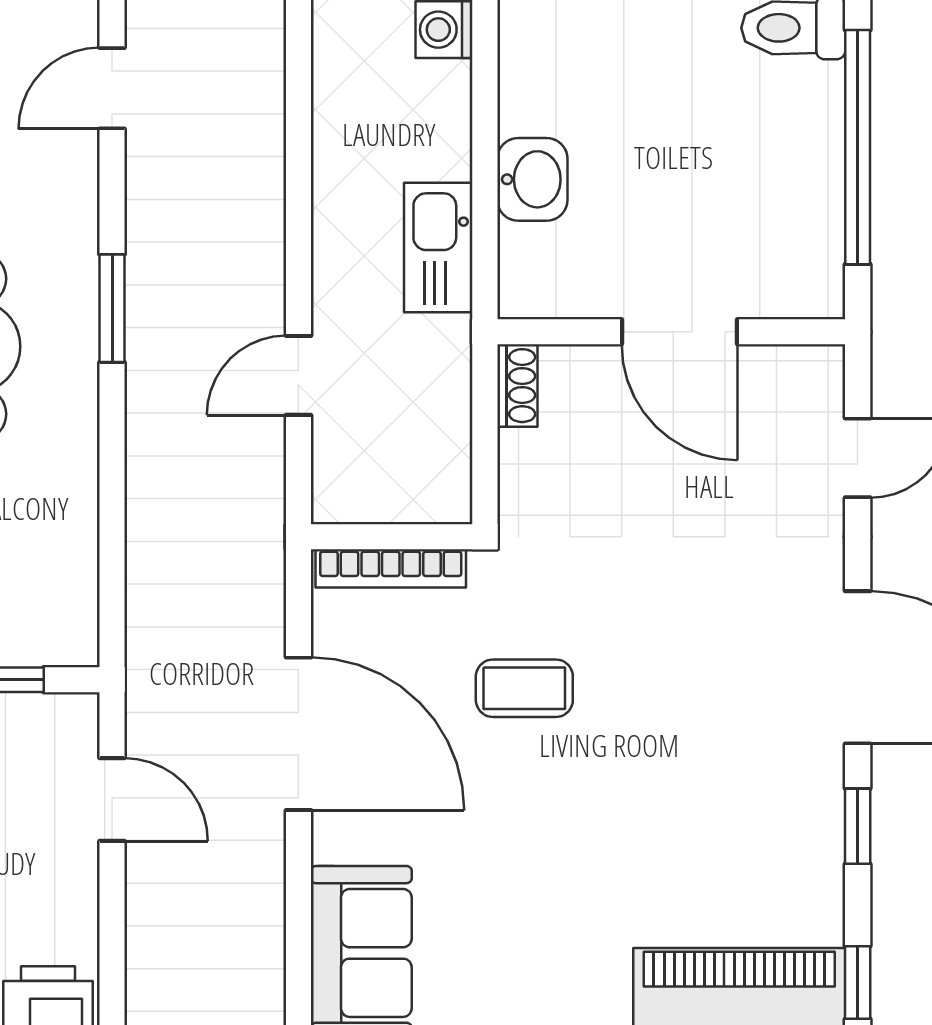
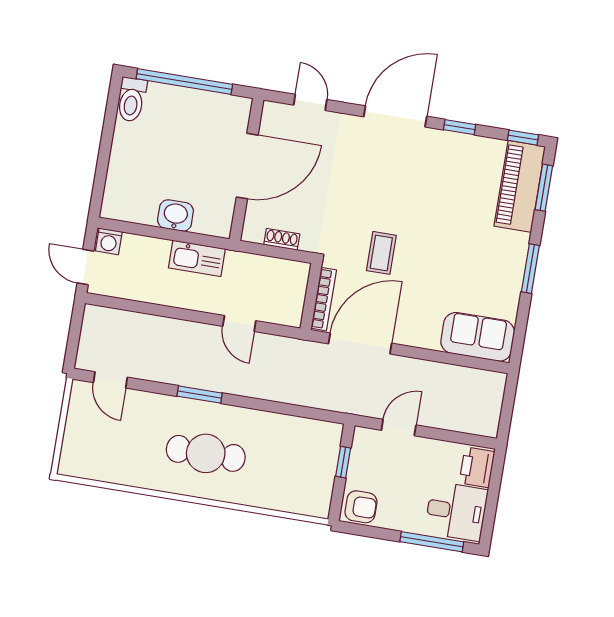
door: (679, 332) -> (247, 166), width x1.36
shoe rack: (517, 386) -> (282, 239), moved
door: (298, 734) -> (360, 344), moved

